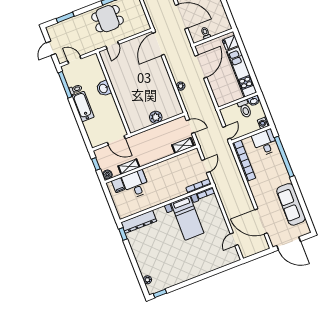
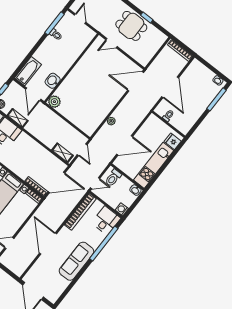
door: (201, 67) -> (125, 145), moved
washbasin: (104, 88) -> (53, 81), moved
bathtub: (83, 106) -> (28, 71), moved
toilet: (245, 109) -> (113, 178), moved
plant: (156, 117) -> (54, 102), moved
door: (206, 166) -> (57, 182), width x1.87
sofa: (291, 204) -> (76, 261), moved
door: (261, 221) -> (48, 243), moved

